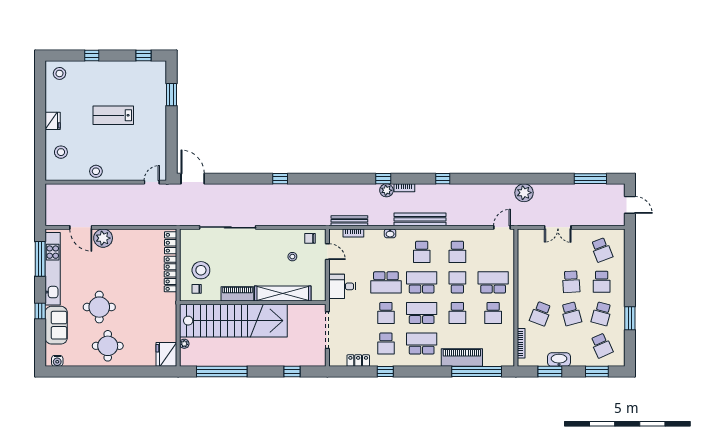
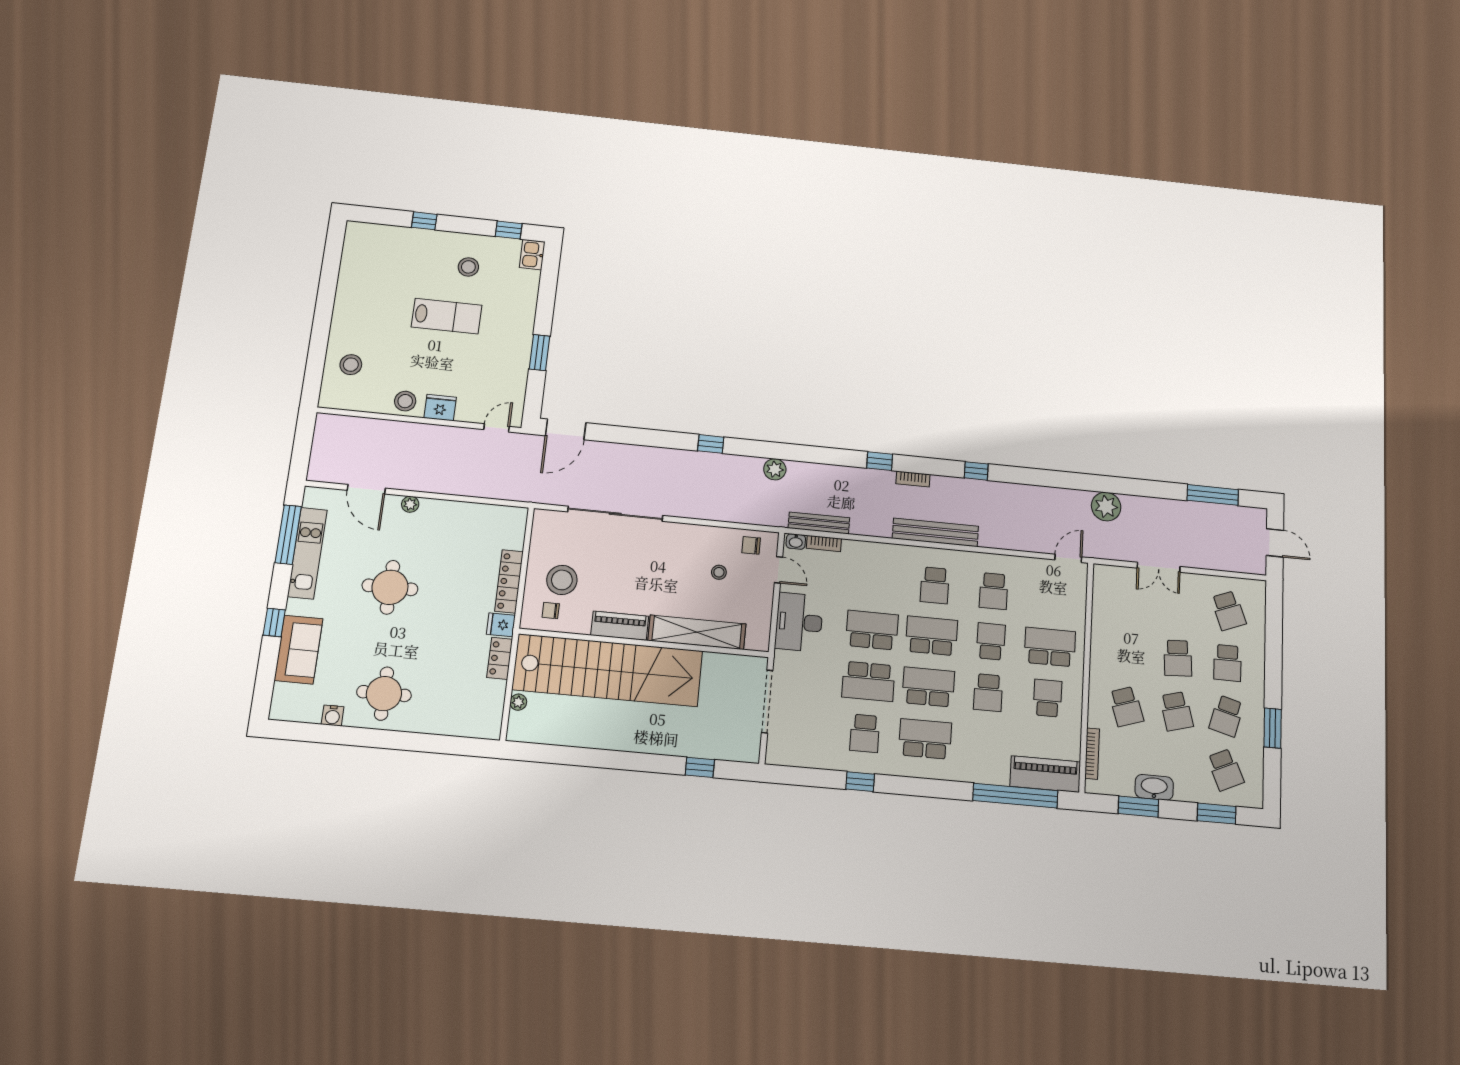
kitchen sink: (160, 70) -> (532, 255), added
stool: (60, 73) -> (468, 267), moved
window: (171, 95) -> (540, 353), moved
lab bench: (113, 115) -> (447, 316), turned 180
fridge: (53, 121) -> (440, 408), moved, turned -90
door: (193, 179) -> (566, 429), swing flipped
plant: (386, 190) -> (775, 469), moved
washbasin: (390, 233) -> (796, 541), moved
plant: (103, 238) -> (410, 504), width x0.53, depth x0.53
locker: (171, 243) -> (500, 658), moved
kitchen unit: (53, 269) -> (307, 553), width x0.73
school desk: (386, 282) -> (872, 630), turned 180
desk: (342, 286) -> (799, 622), width x1.37
round table: (99, 307) -> (390, 587), moved
school desk: (386, 313) -> (868, 681), width x1.85
school desk: (493, 313) -> (1048, 698), turned 180
school desk: (541, 314) -> (1126, 707), turned -39
fridge: (166, 354) -> (501, 625), moved, width x0.53, depth x0.75
piano: (462, 358) -> (1045, 774), moved
water cooler: (57, 361) -> (333, 716), moved
locker: (358, 361) -> (815, 759), removed
window: (222, 372) -> (578, 756), removed

